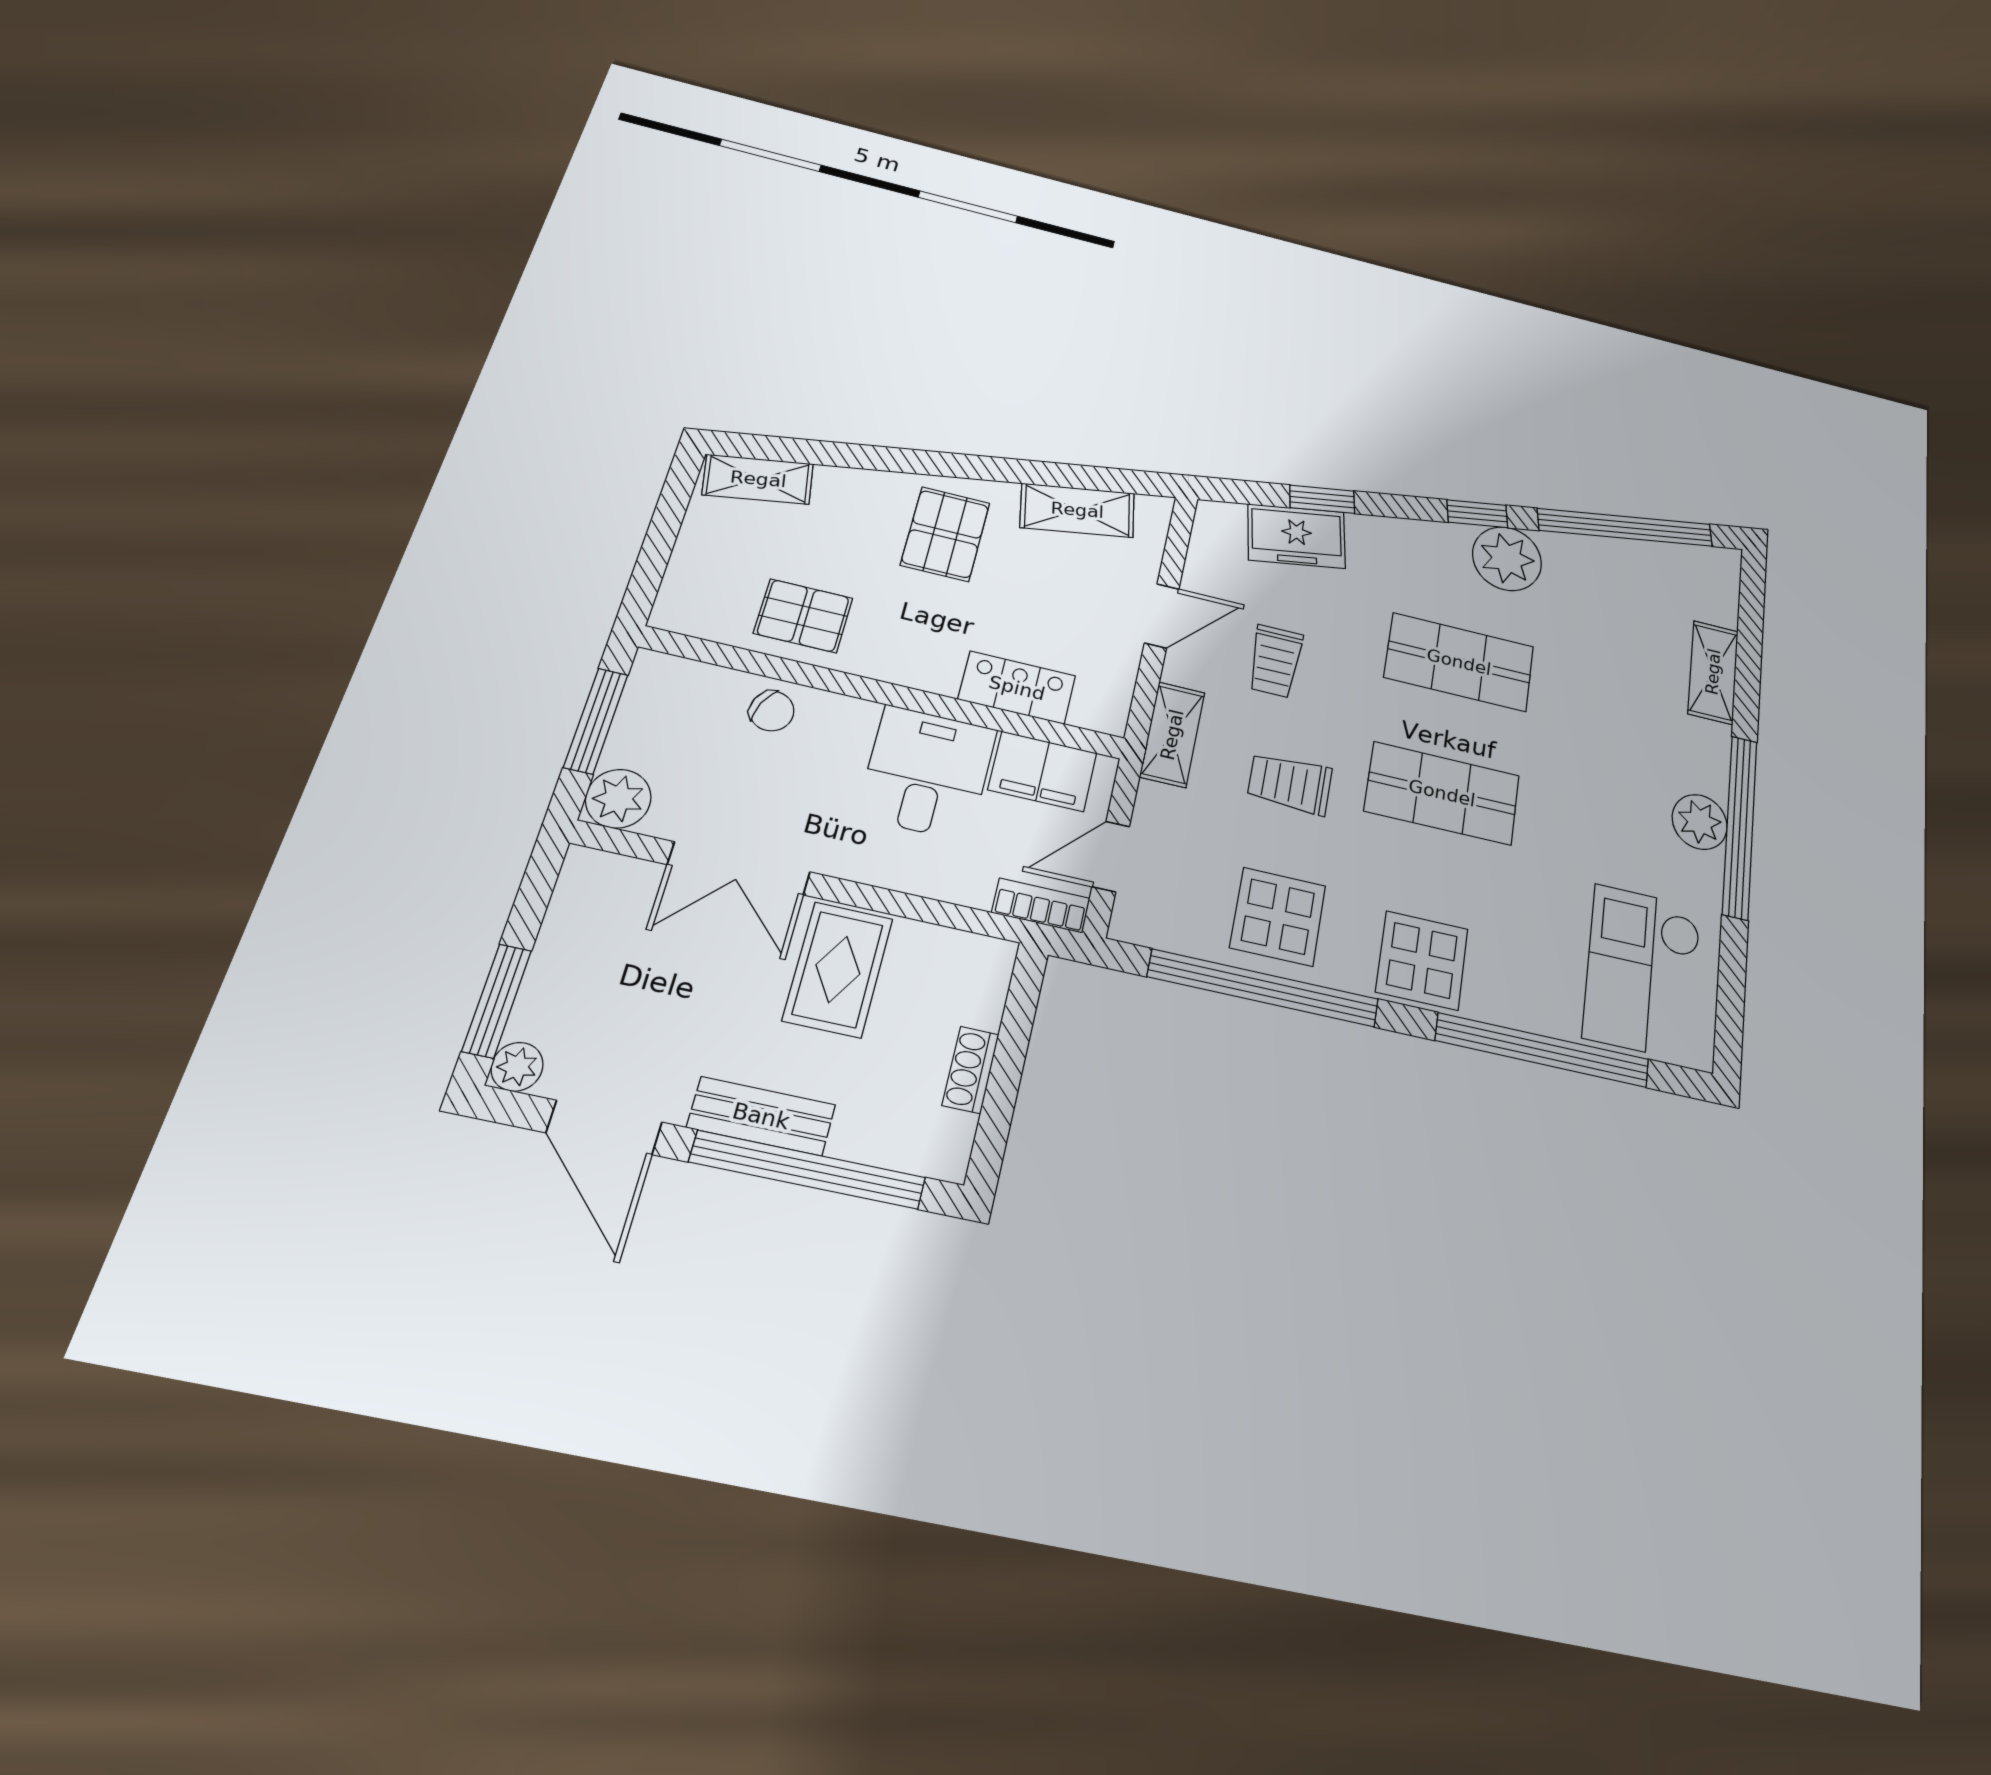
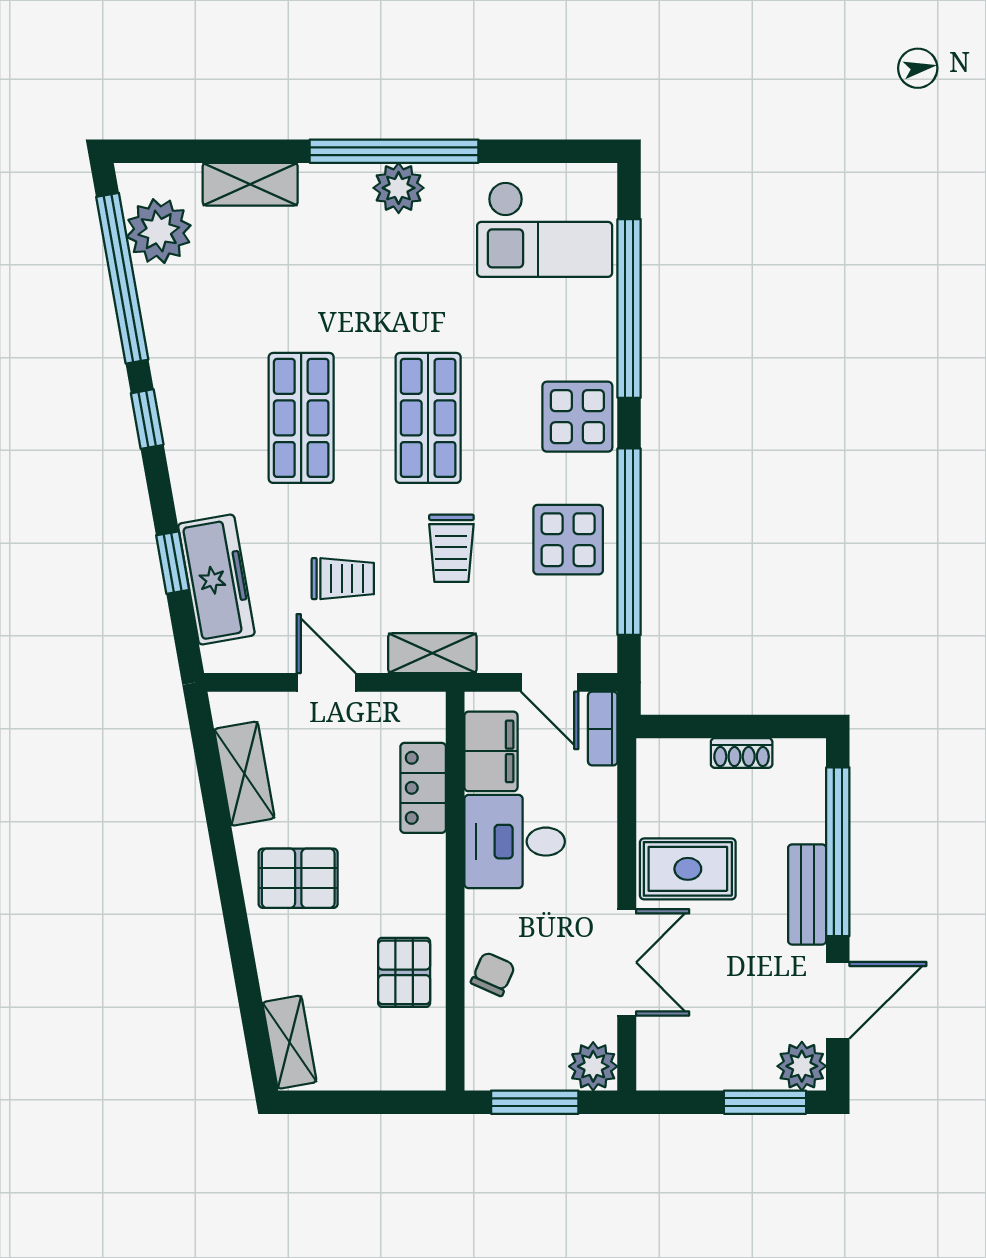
freezer: (1297, 536) -> (216, 580), width x1.40
plant: (1507, 559) -> (159, 231), moved
plant: (517, 1067) -> (802, 1066), width x1.38, depth x1.38

